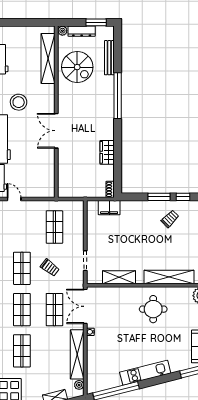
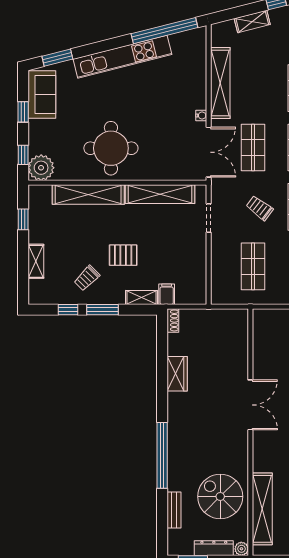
bench: (109, 58) -> (174, 510), width x0.73
shelving: (132, 205) -> (142, 297), added
filing cabinet: (109, 208) -> (167, 294), width x0.50
pallet: (145, 235) -> (123, 255), added
shelving: (119, 277) -> (160, 194), width x1.47
round table: (153, 309) -> (111, 148), width x1.36, depth x1.36
kitchen unit: (145, 373) -> (122, 57), width x1.36
plant: (79, 385) -> (218, 39), removed

